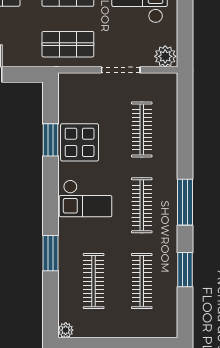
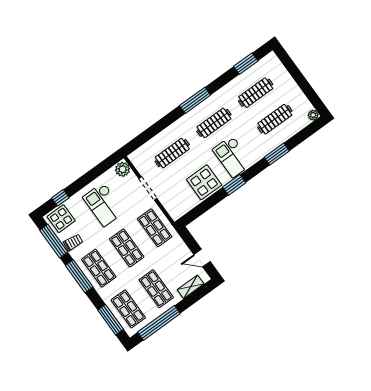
window: (50, 140) -> (234, 185), moved
checkout: (86, 198) -> (233, 157), turned 180
window: (185, 270) -> (246, 64), moved

